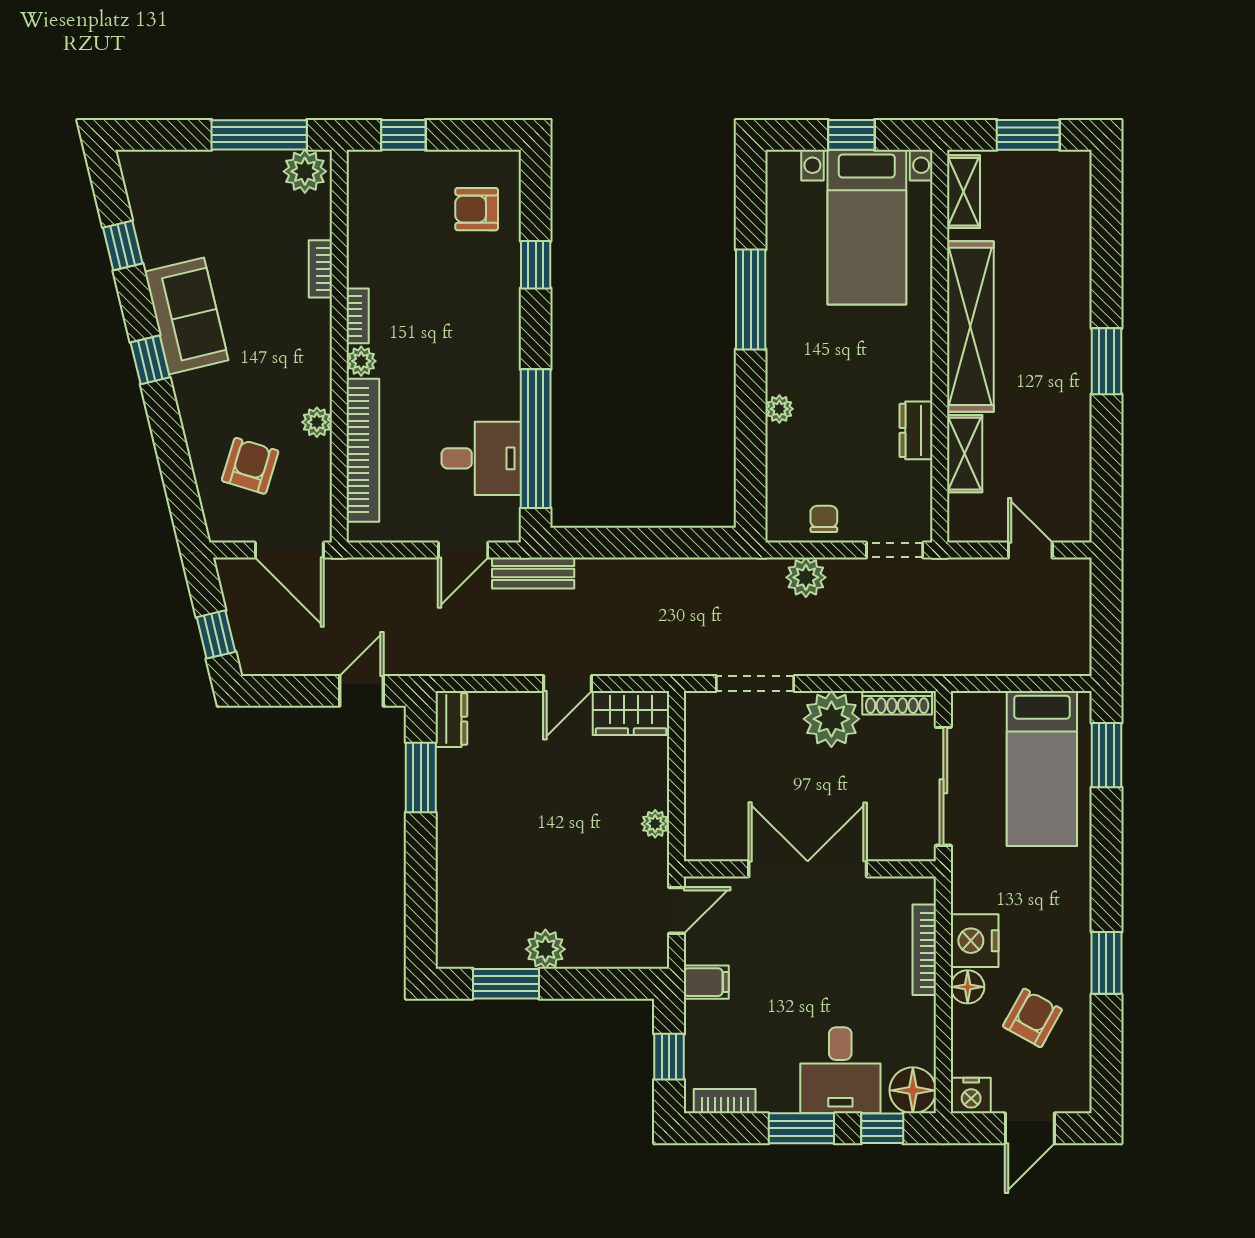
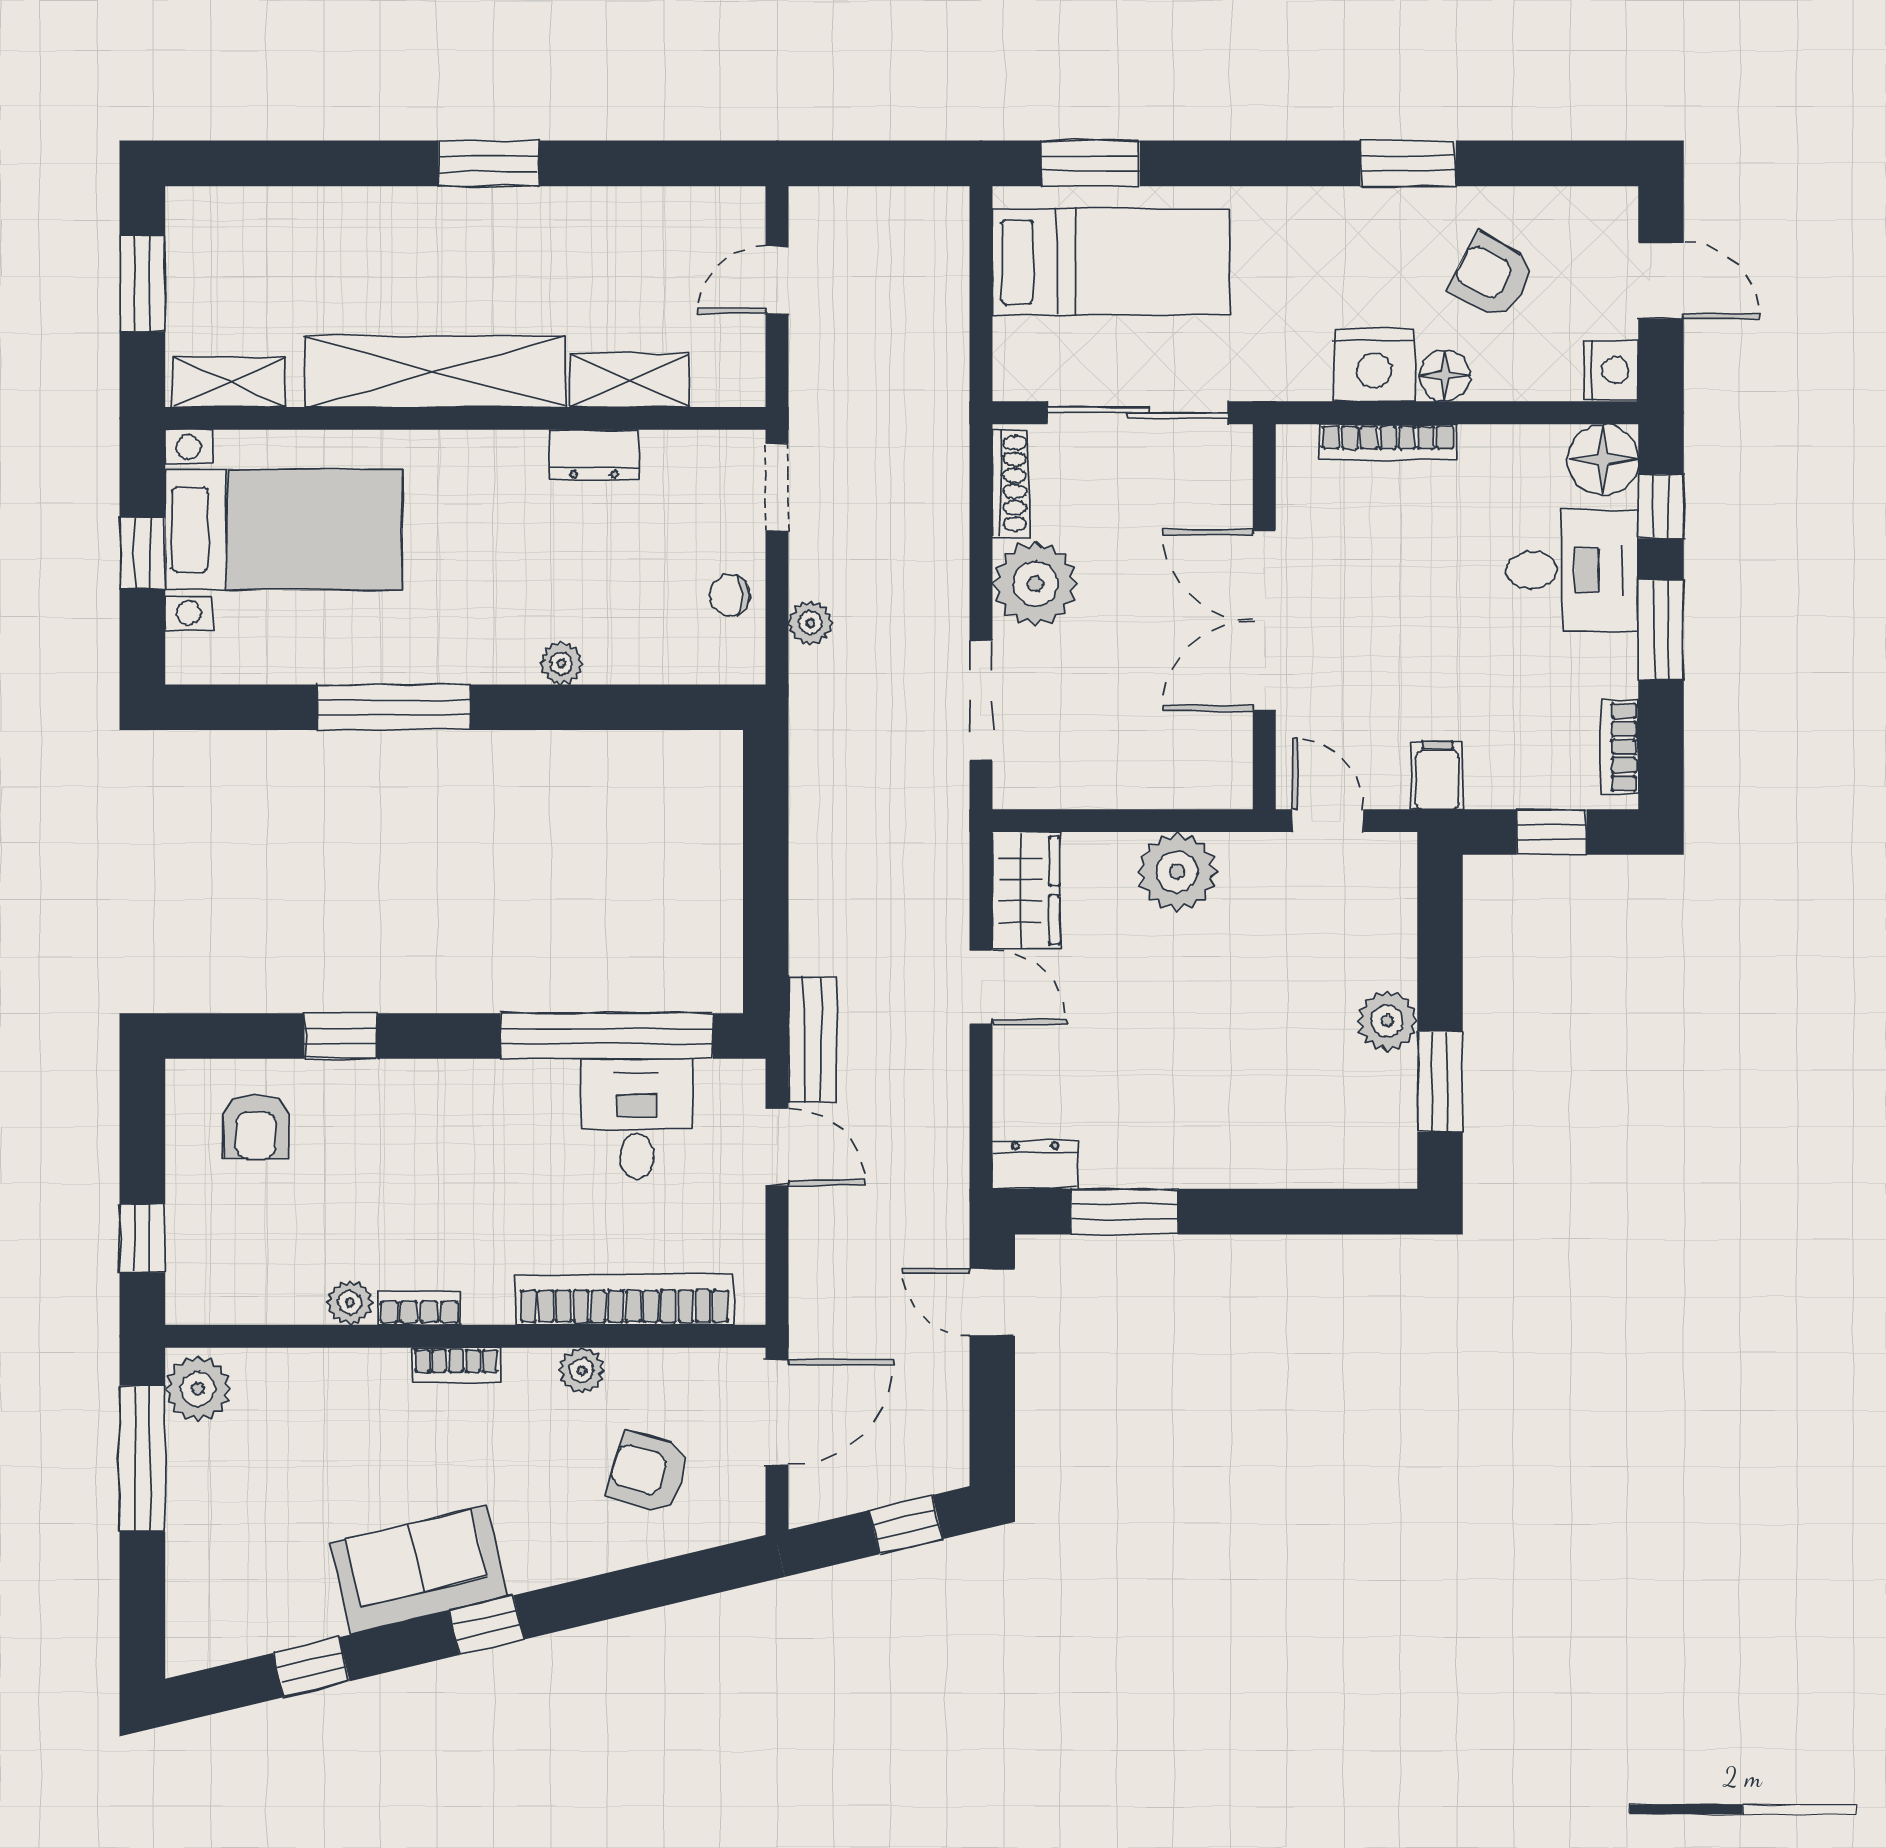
bookcase: (320, 269) -> (456, 1365), moved
plant: (361, 361) -> (350, 1303), moved
plant: (806, 577) -> (810, 623), width x0.73, depth x0.73
plant: (655, 824) -> (1177, 872), width x1.87, depth x1.87

